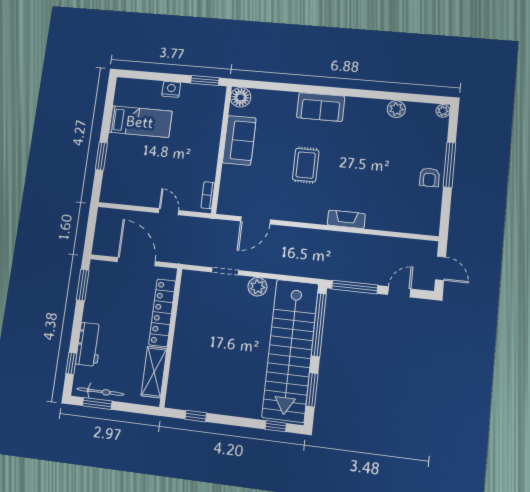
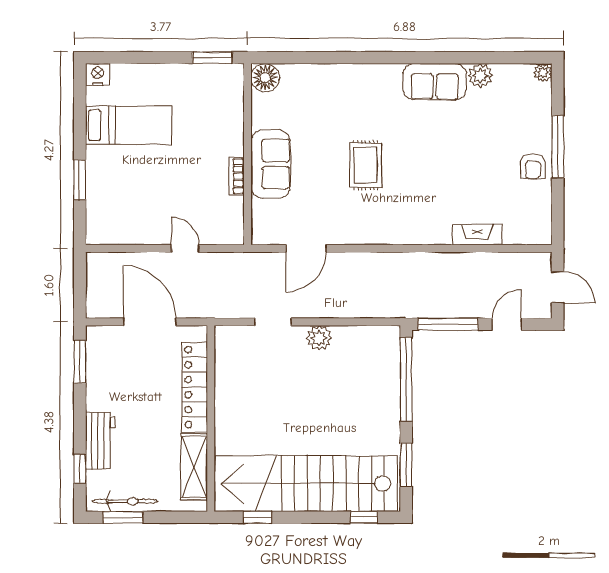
nightstand: (171, 89) -> (98, 75), moved
sofa: (321, 107) -> (435, 82), moved
sofa: (239, 140) -> (271, 164), moved
bookcase: (208, 195) -> (237, 176), moved
fireplace: (346, 219) -> (477, 234), moved
stairs: (290, 350) -> (306, 484), moved, turned 90

